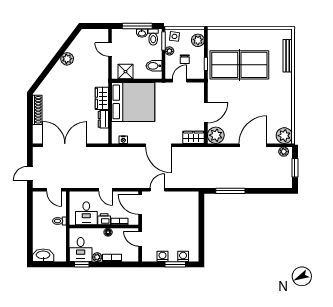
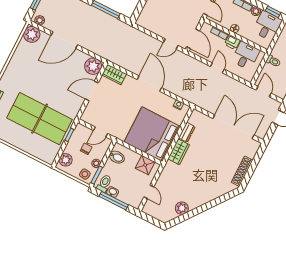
plant: (67, 59) -> (182, 208), moved
double door: (65, 145) -> (233, 127), swing flipped

